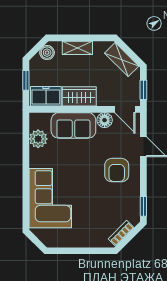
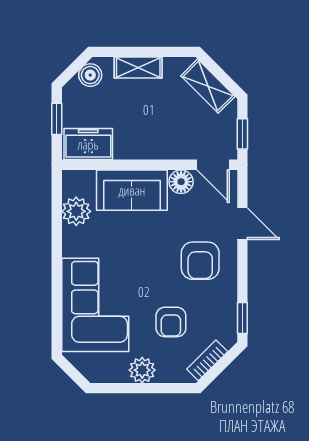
wardrobe: (79, 96) -> (141, 144), removed
armchair: (98, 209) -> (171, 322), added
plant: (80, 239) -> (142, 370), added

